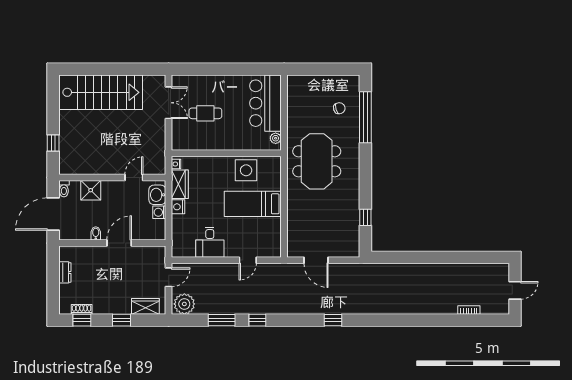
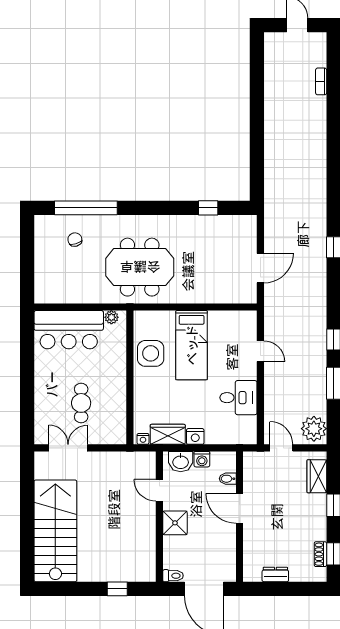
shower: (91, 190) -> (175, 523), moved
bidet: (96, 233) -> (228, 479), moved

